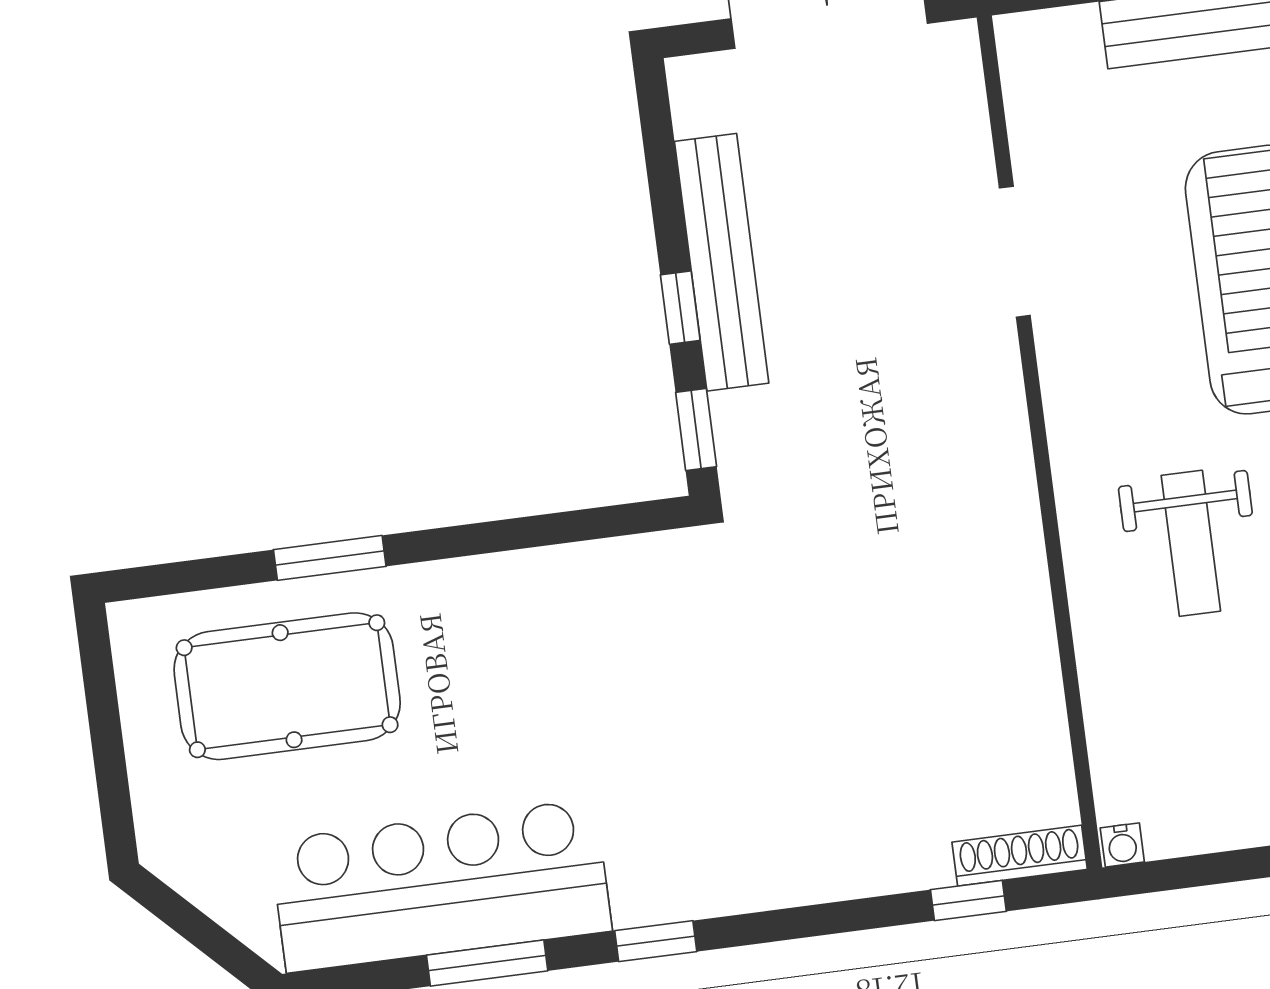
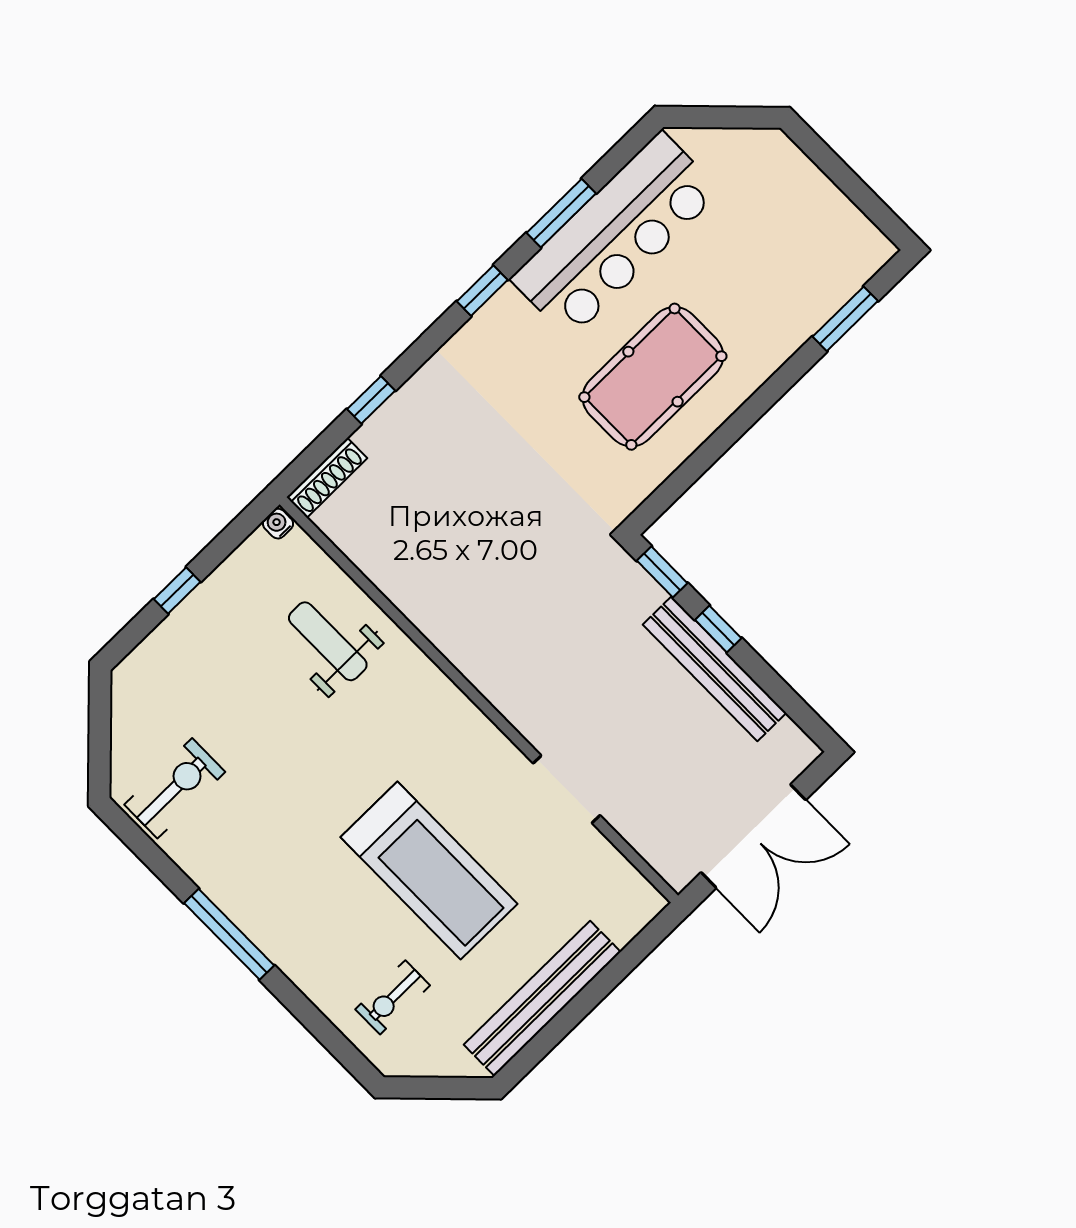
weight bench: (1191, 543) -> (328, 641), moved
window: (330, 558) -> (845, 319), moved
pool table: (287, 686) -> (653, 377), moved
window: (968, 901) -> (371, 400), moved

